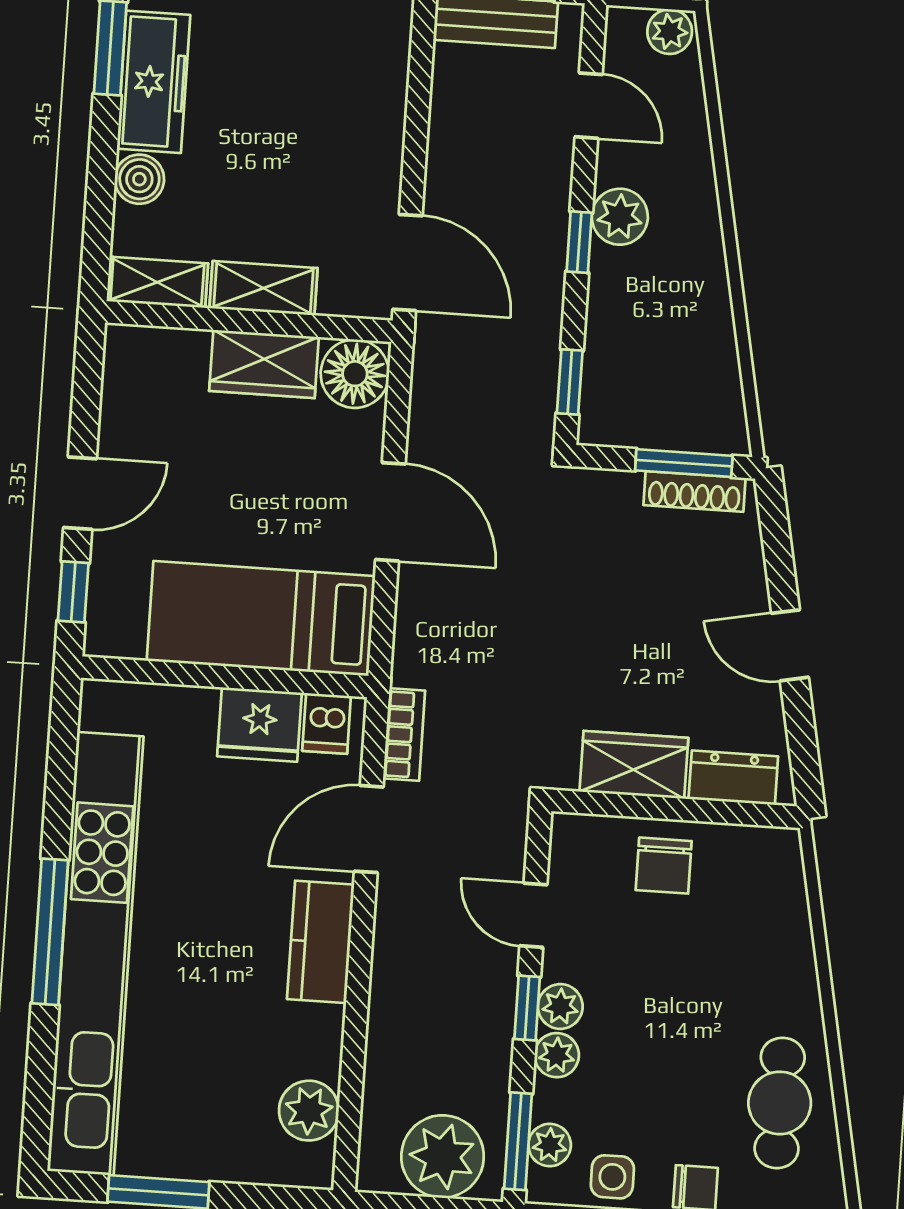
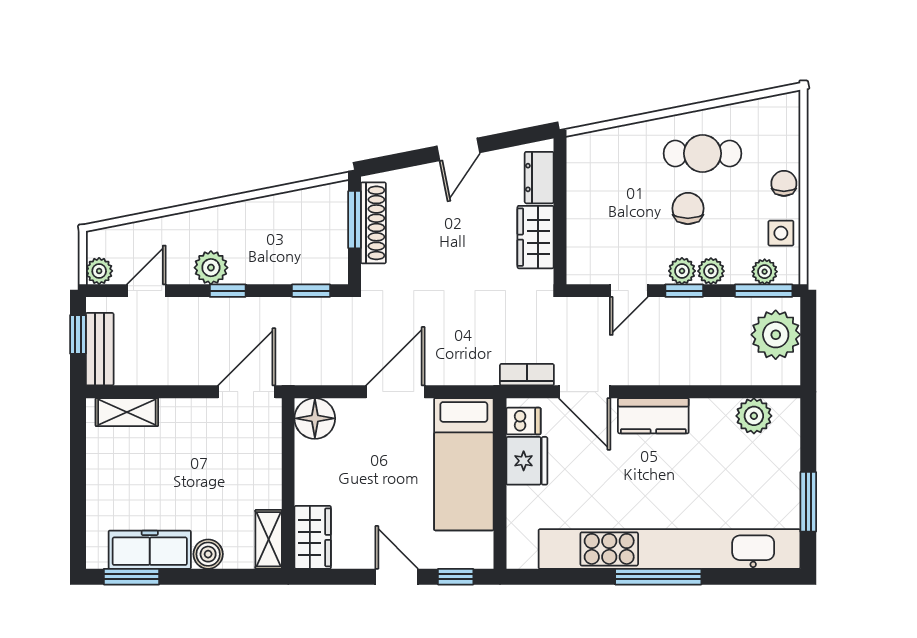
plant: (670, 32) -> (99, 271), moved
shelving: (263, 288) -> (127, 412), moved, turned 90
wardrobe: (264, 364) -> (313, 537), moved
shoe rack: (694, 492) -> (373, 223), width x1.36, depth x1.24
chair: (664, 866) -> (688, 208), moved, turned -90
cafe table: (780, 1103) -> (702, 153), moved

